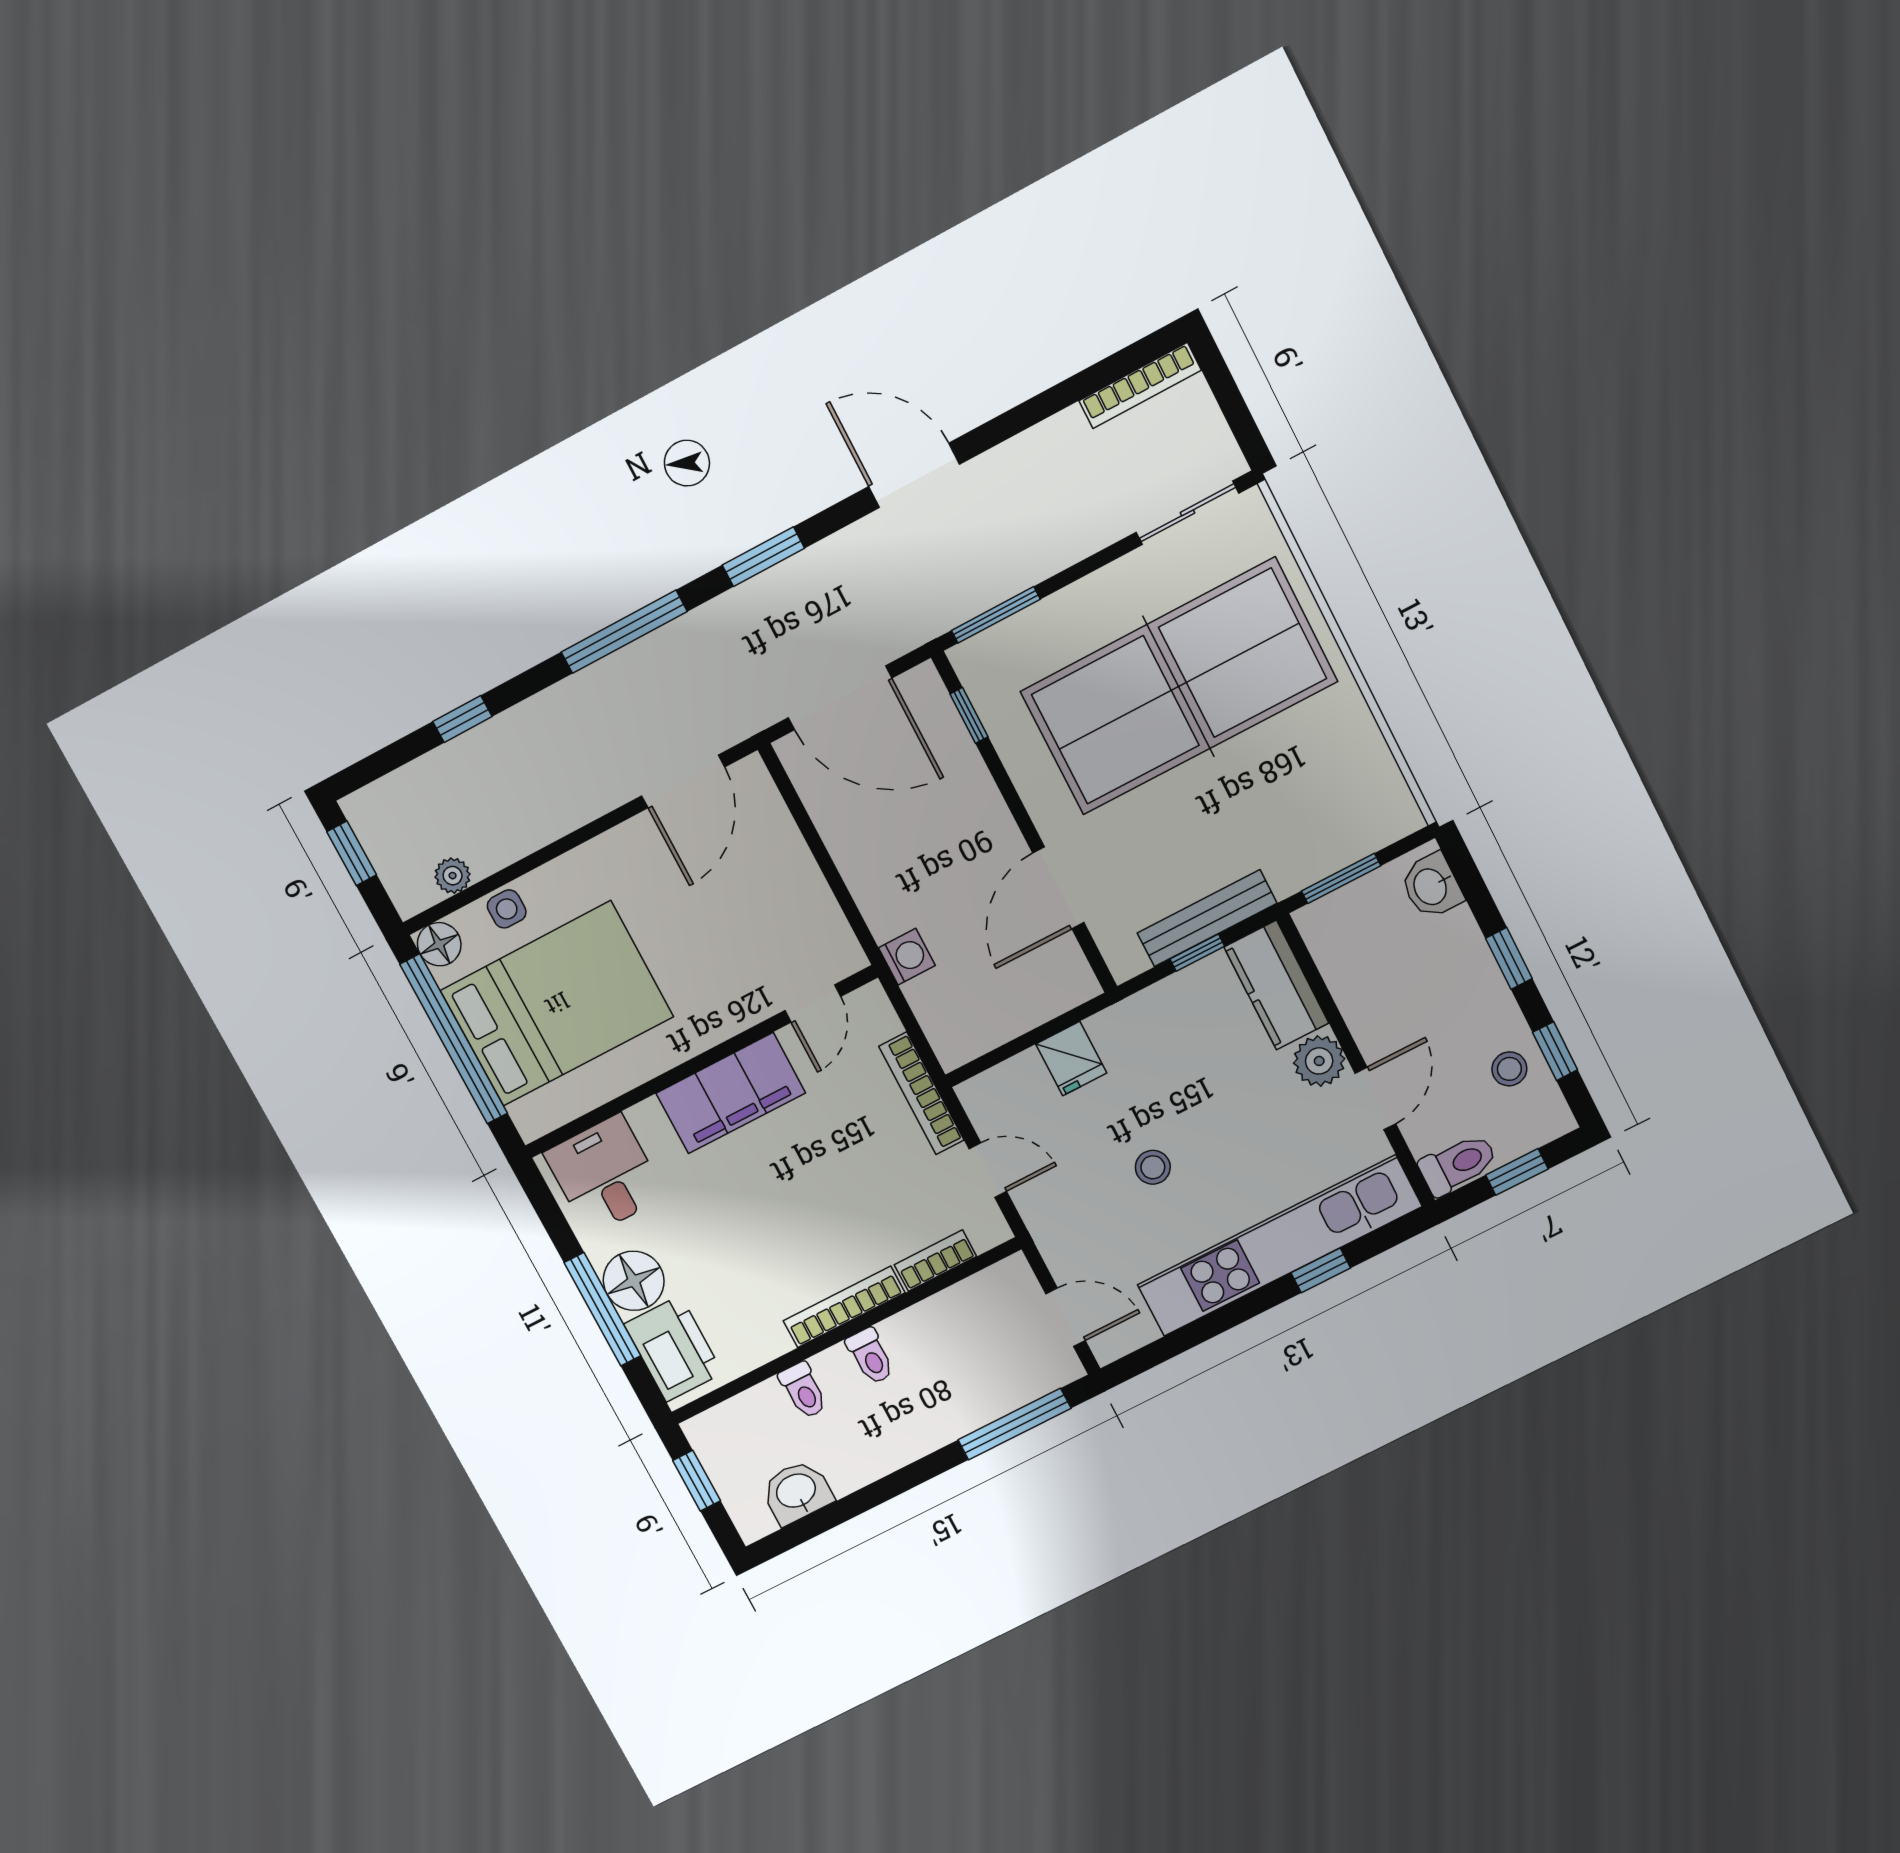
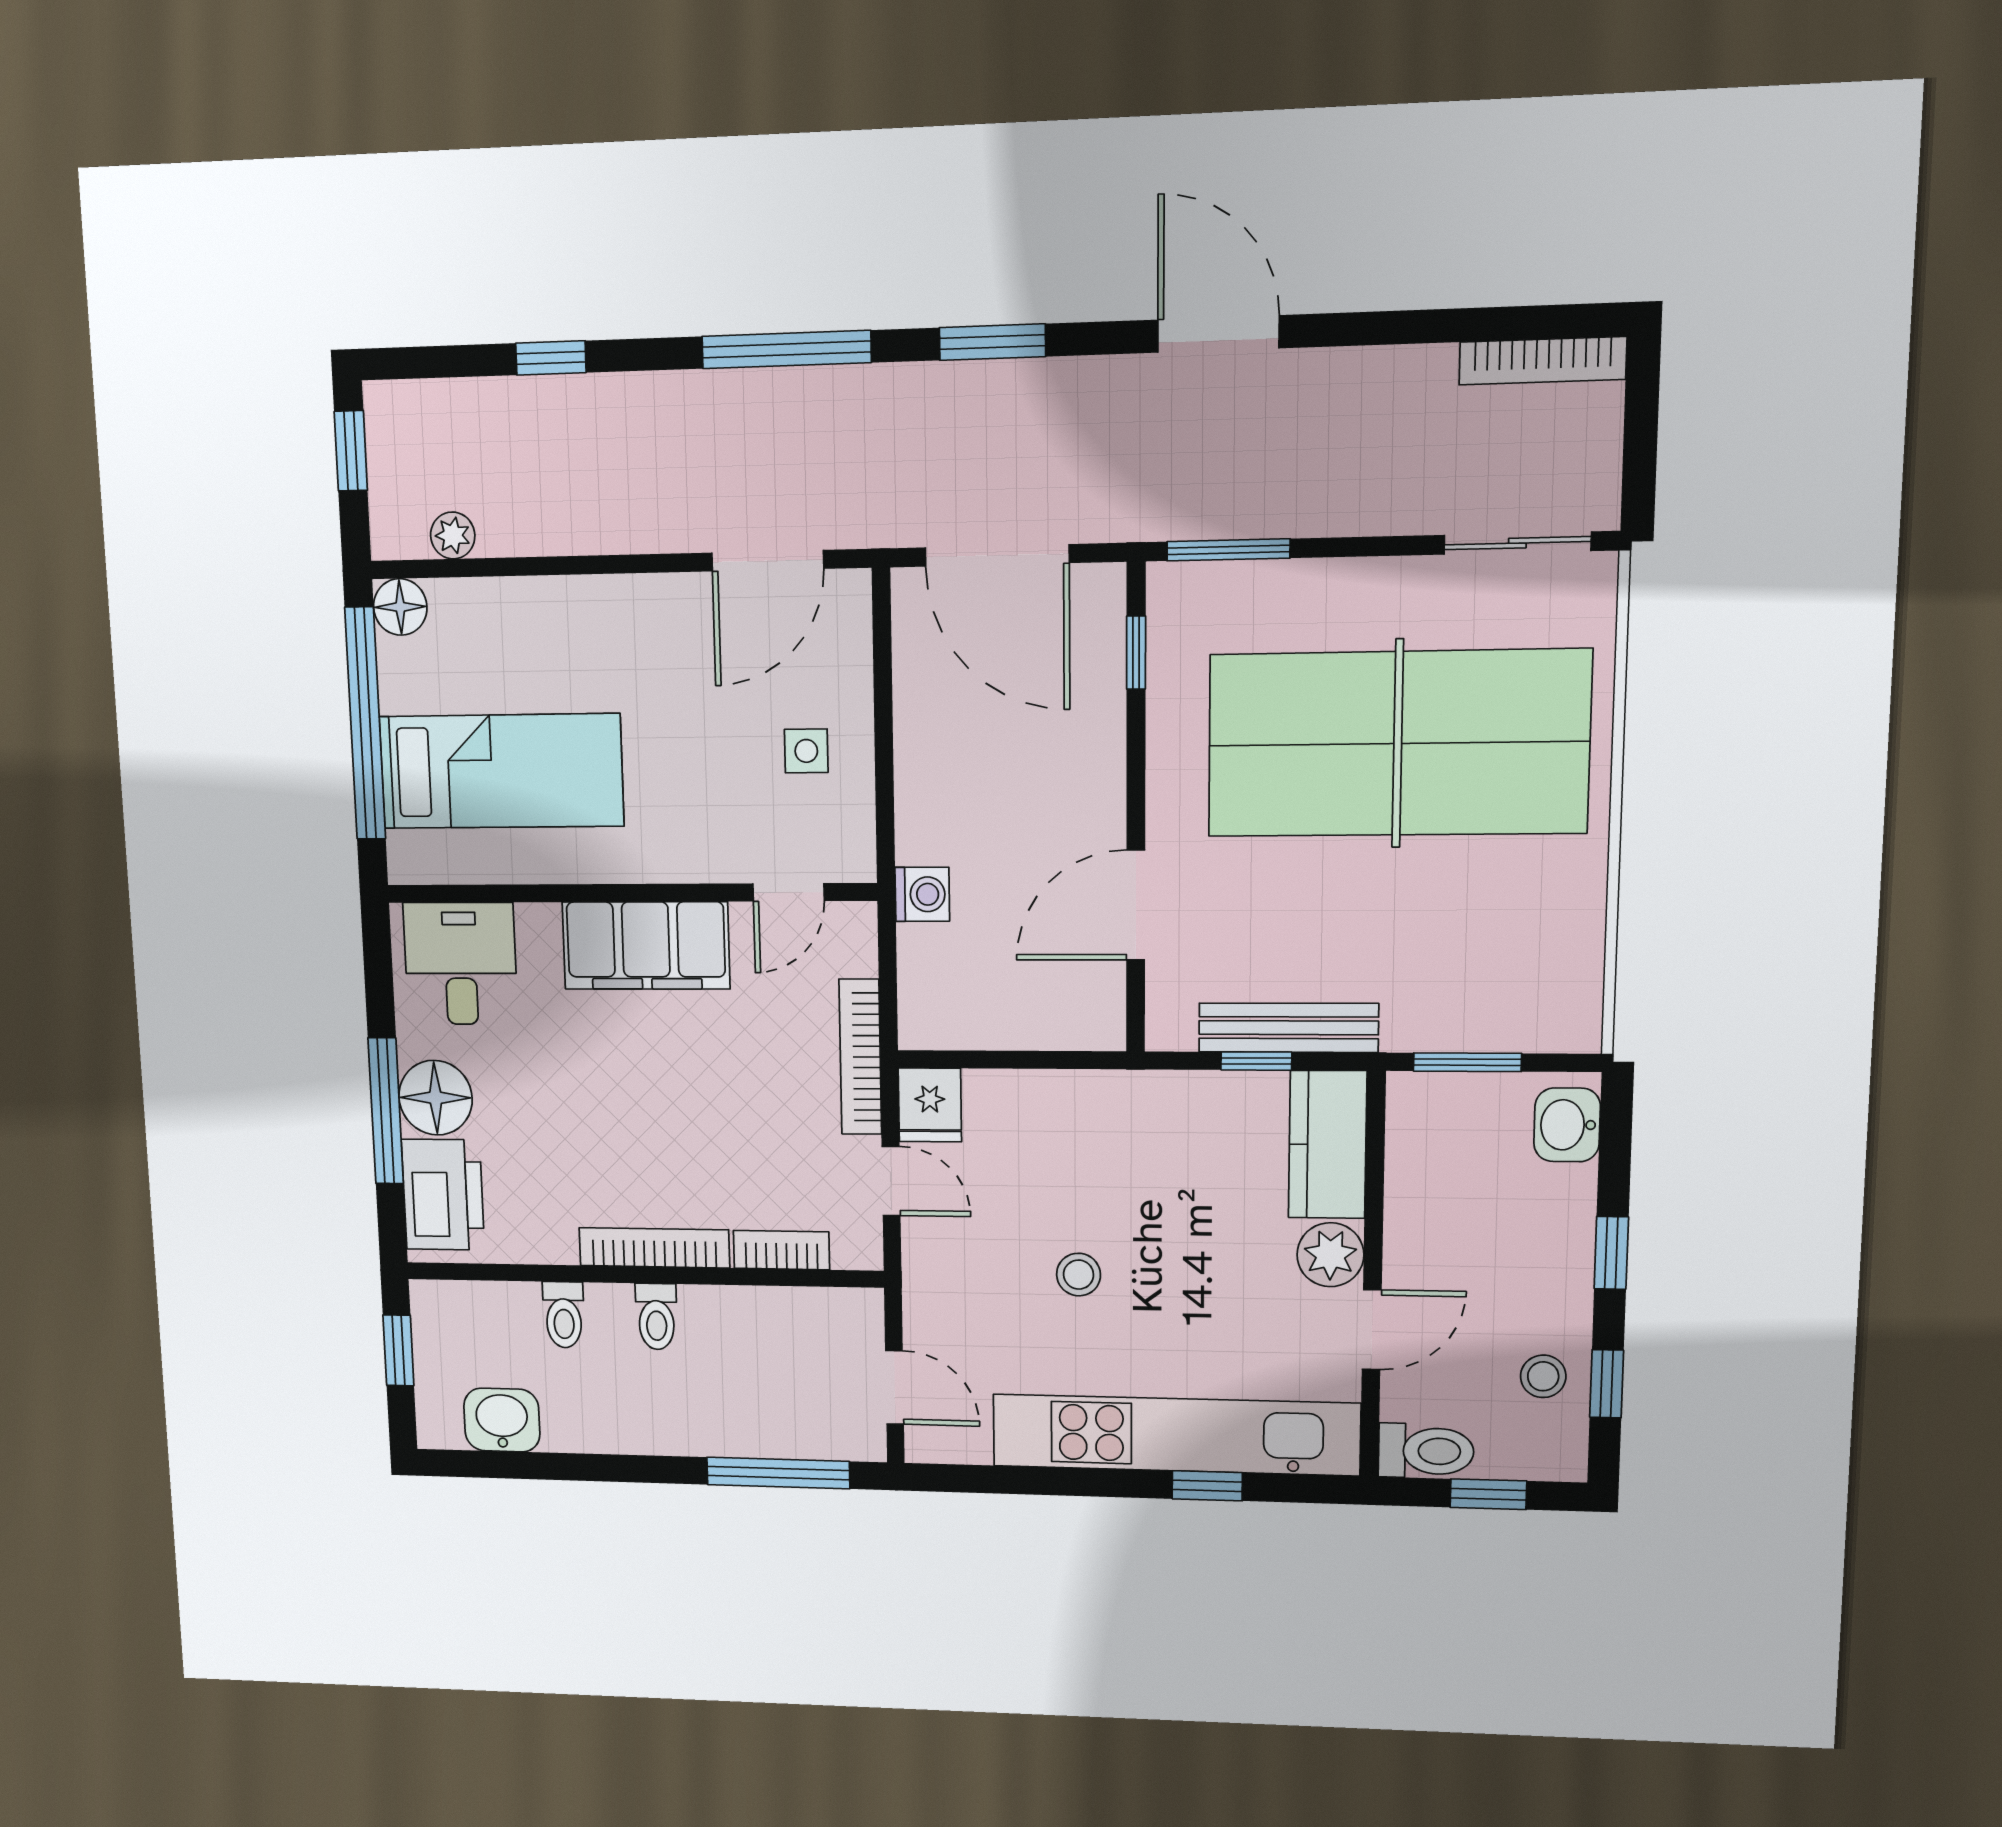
side table: (507, 909) -> (806, 751), moved
bed: (557, 1004) -> (501, 771), width x0.67
fridge: (1071, 1059) -> (930, 1105), moved

